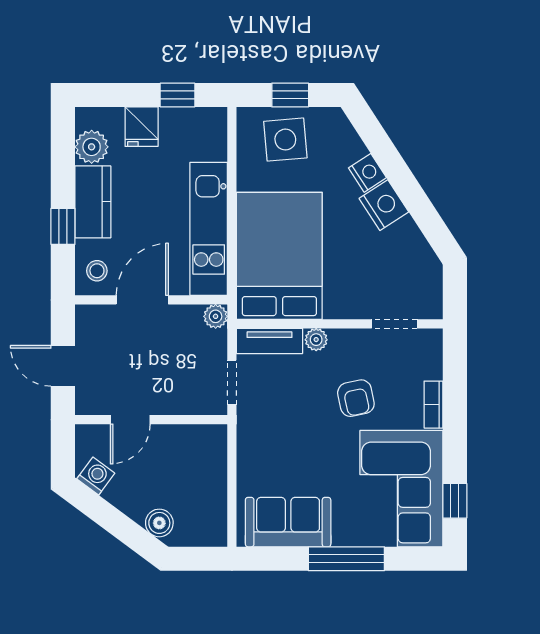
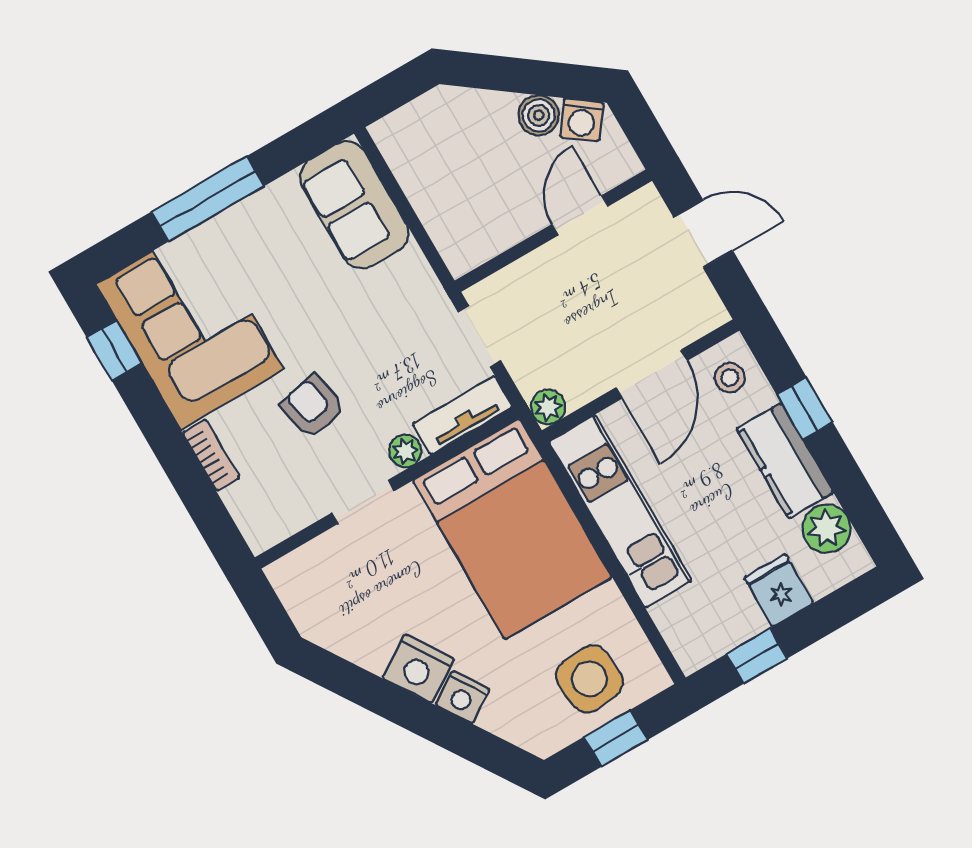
doorway: (394, 324) -> (363, 502), moved
sofa: (288, 522) -> (354, 205), moved, turned 90
boiler: (159, 523) -> (539, 115), moved

